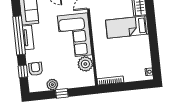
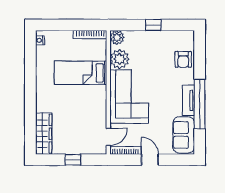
bed: (127, 27) -> (81, 73), moved, turned 180
window: (23, 71) -> (200, 58), removed
plant: (52, 85) -> (117, 37), moved

